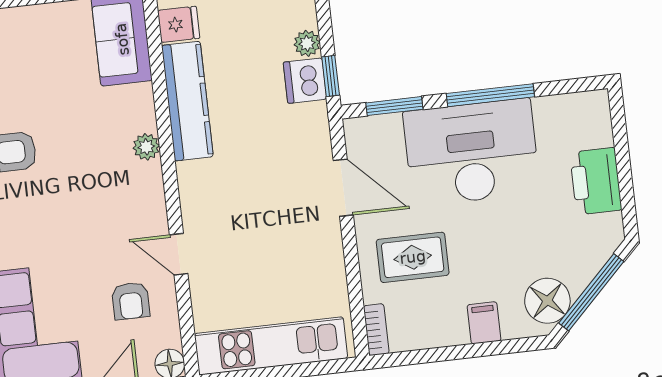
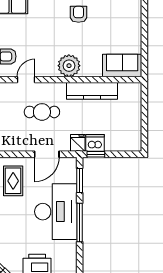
fridge: (179, 24) -> (78, 143), moved, turned 180
plant: (307, 43) -> (111, 146), removed
plant: (146, 147) -> (69, 66), width x1.88, depth x1.88
cafe table: (248, 210) -> (42, 112), added

